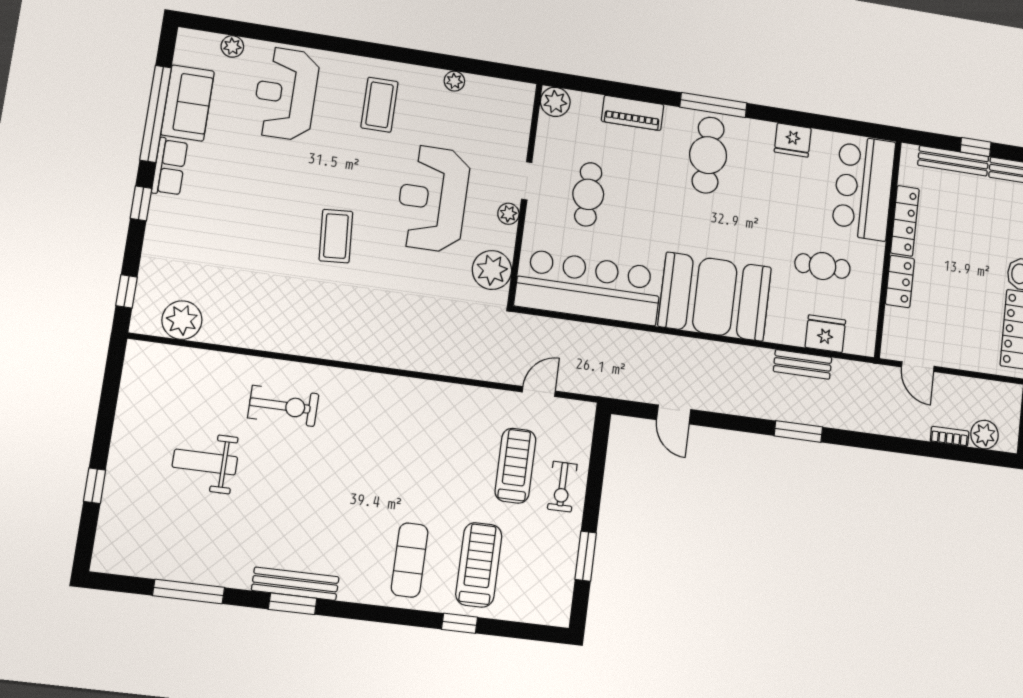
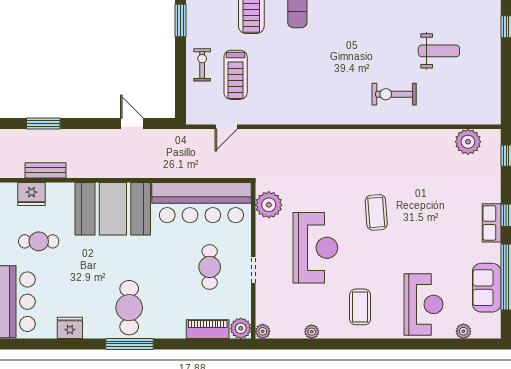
piano: (633, 113) -> (208, 329), moved
row of seats: (170, 167) -> (492, 223), moved
plant: (508, 214) -> (263, 331), moved

